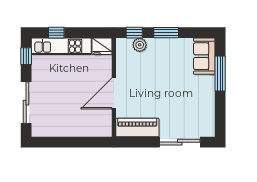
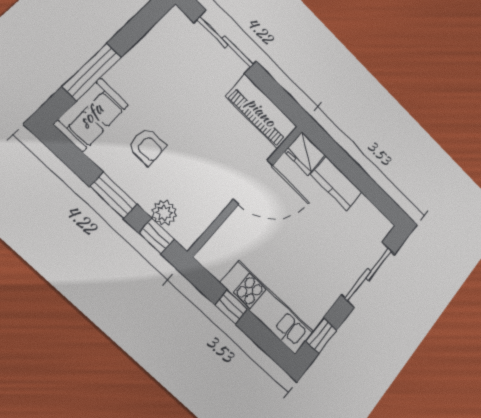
window: (56, 33) -> (231, 307), moved
fridge: (102, 46) -> (305, 153), moved, turned 180
armchair: (171, 65) -> (147, 146), added
kitchen counter: (76, 129) -> (336, 183), added

